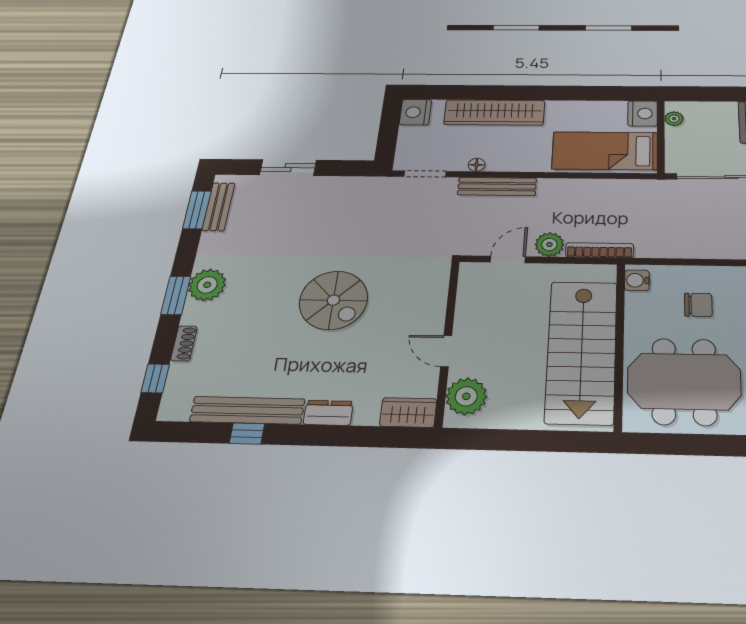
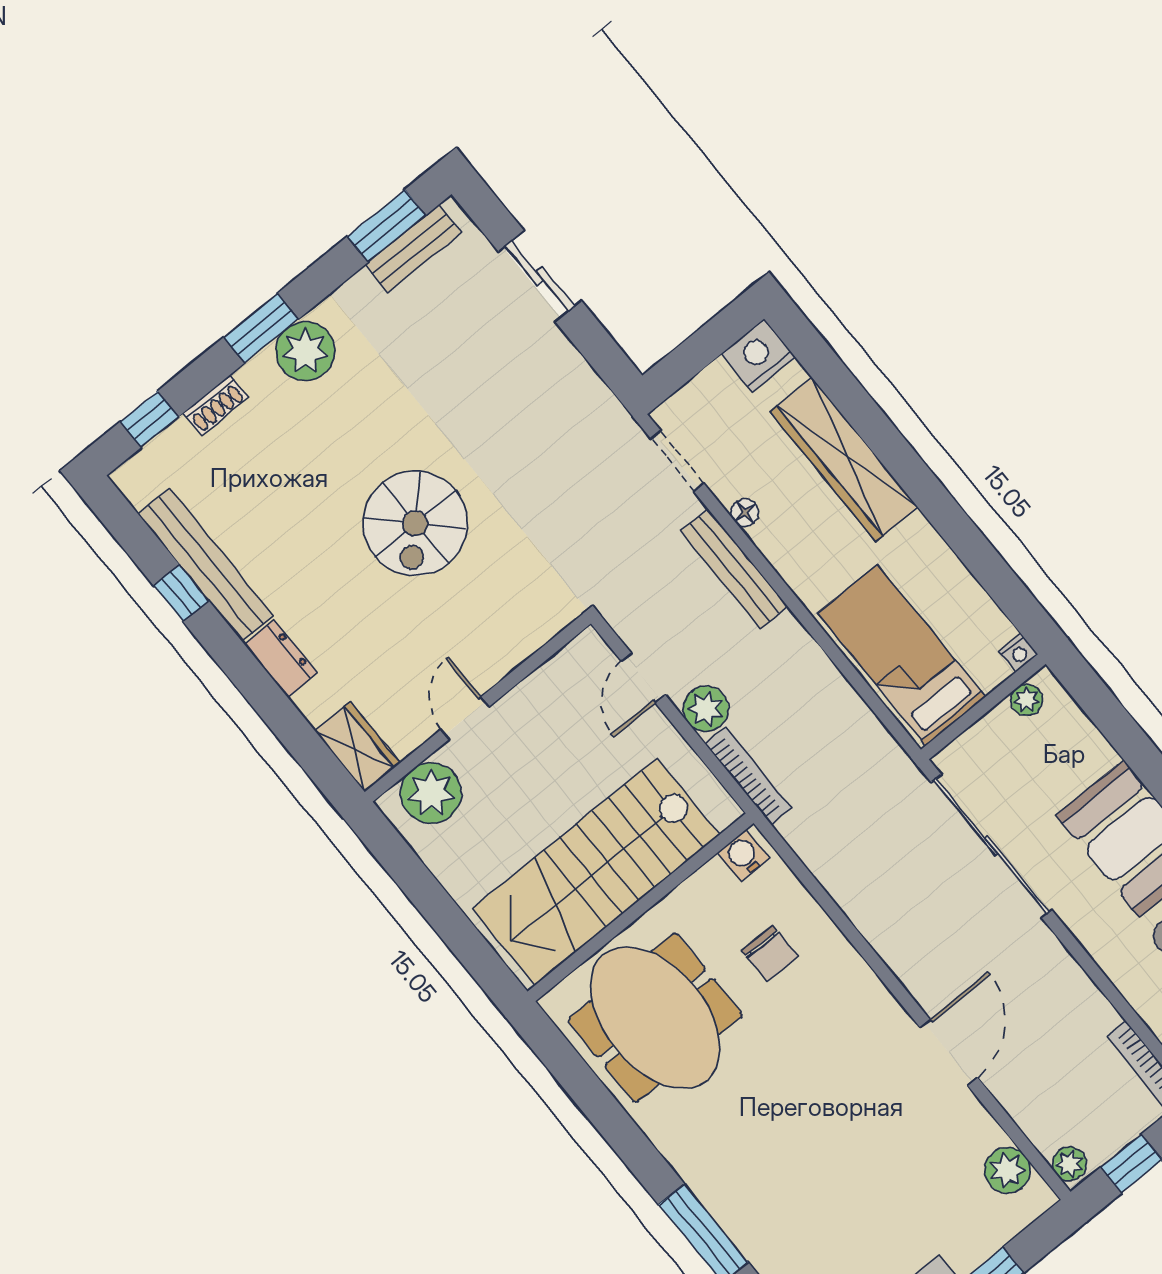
nightstand: (643, 114) -> (1018, 653), width x0.53, depth x0.56
door: (508, 259) -> (643, 678), swing flipped

